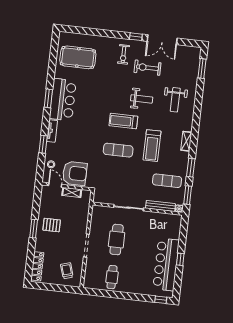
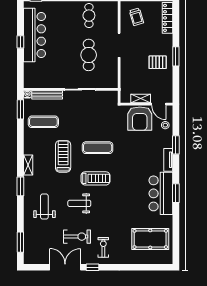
window: (191, 168) -> (20, 186), moved
armchair: (75, 173) -> (140, 119), turned -90

